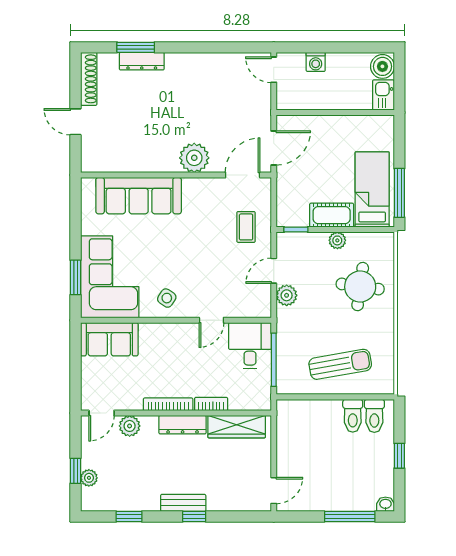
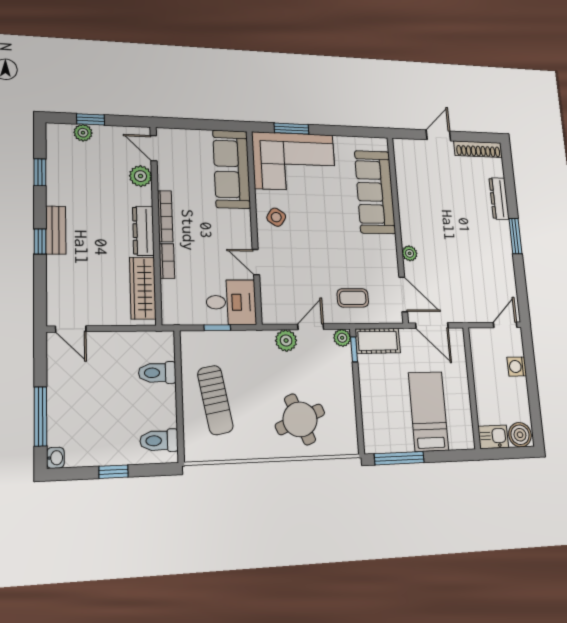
window: (136, 47) -> (515, 236), moved
plant: (194, 158) -> (410, 253), width x0.53, depth x0.53
bed: (372, 189) -> (428, 411), moved, turned -90
cot: (332, 215) -> (378, 341), moved, turned 90
plant: (337, 240) -> (342, 338), moved
door: (274, 271) -> (311, 327), hinge flipped
round table: (360, 287) -> (300, 419), turned -30
sofa: (109, 339) -> (232, 169), width x1.36
window: (274, 360) -> (217, 328), width x0.46
toilet: (353, 416) -> (157, 373), moved

